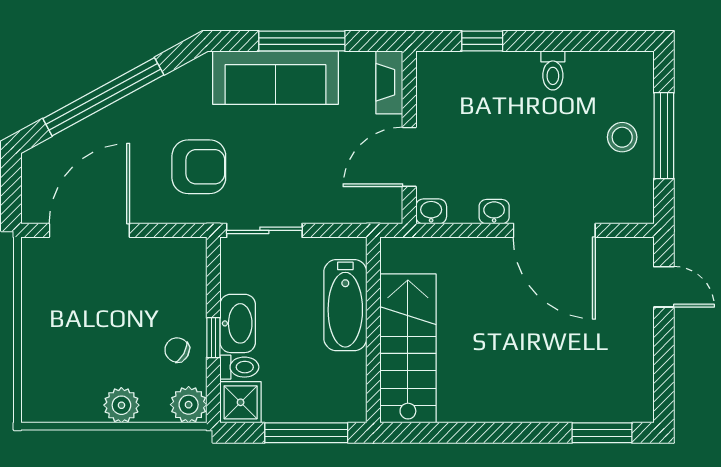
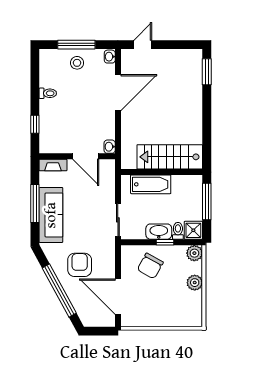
armchair: (199, 167) -> (80, 265), moved
washbasin: (494, 212) -> (110, 57), moved
chair: (177, 350) -> (150, 266), moved, width x1.87, depth x1.87

